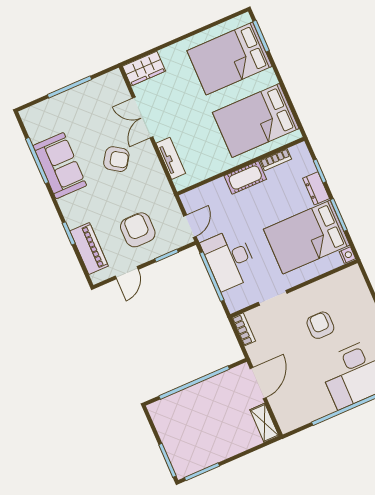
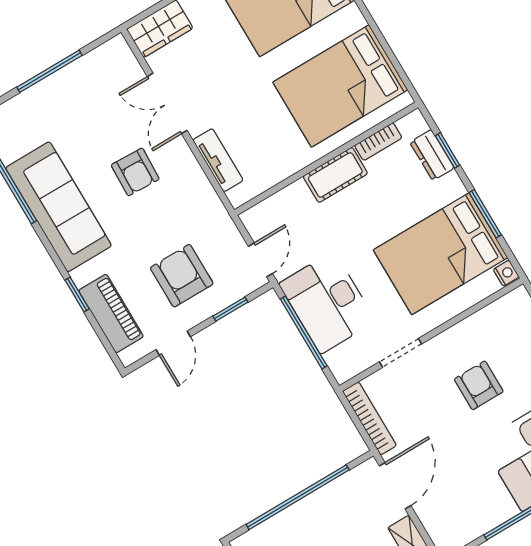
armchair: (116, 159) -> (135, 172), turned 58
sofa: (60, 166) -> (59, 207), width x1.36
dresser: (316, 188) -> (432, 155), moved
bookcase: (244, 329) -> (370, 418), width x1.56

